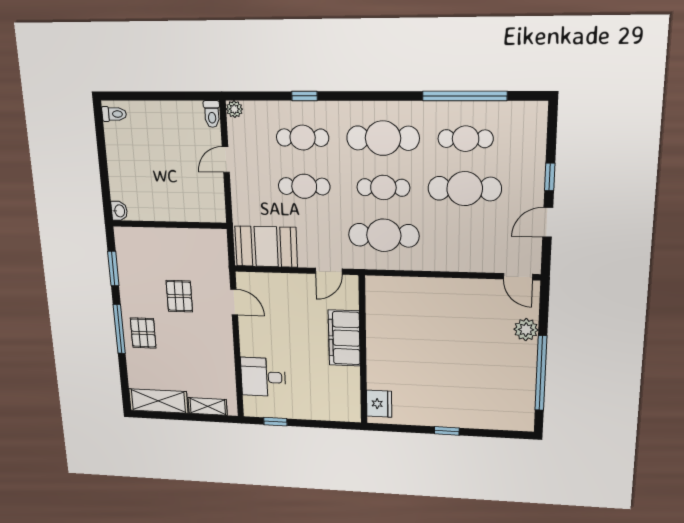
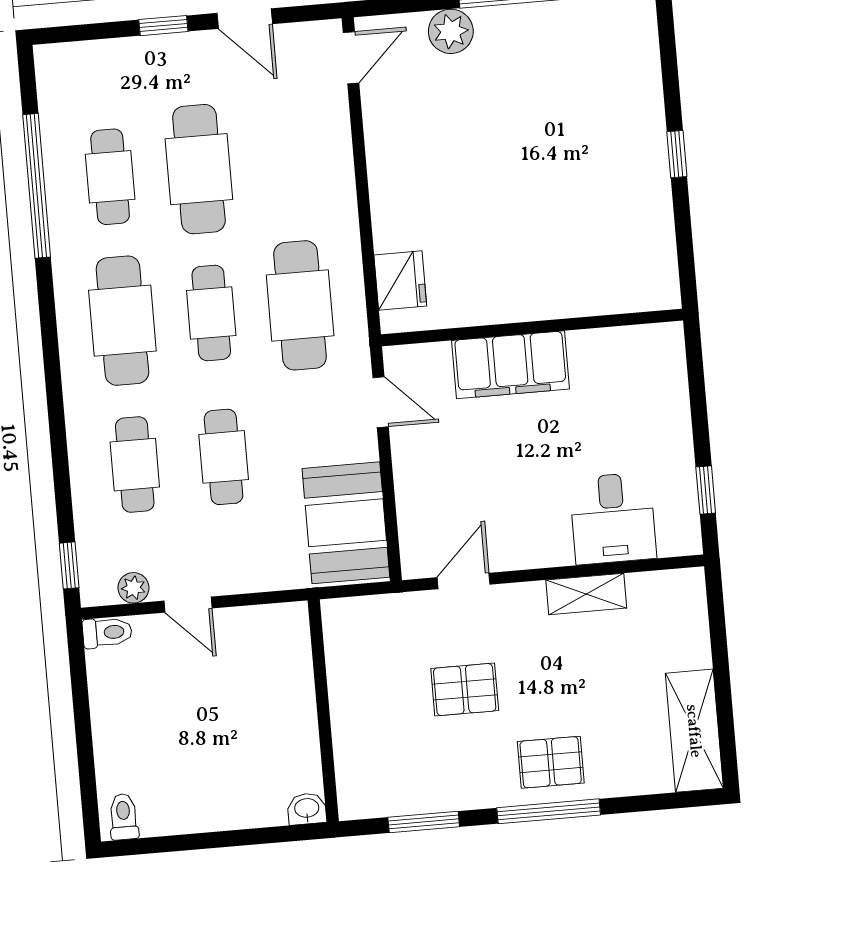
window: (304, 96) -> (69, 565), moved
plant: (234, 109) -> (133, 588), moved
fridge: (379, 404) -> (400, 280), moved, turned 90
shelving: (208, 406) -> (586, 594), moved, turned 90

